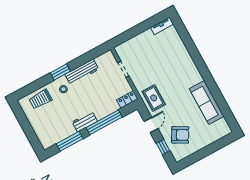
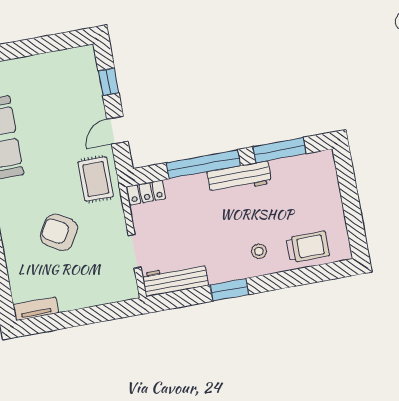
window: (60, 72) -> (229, 290), moved
workbench: (82, 72) -> (175, 279), moved
workbench: (85, 122) -> (239, 177), width x1.38
armchair: (180, 135) -> (59, 232), moved

